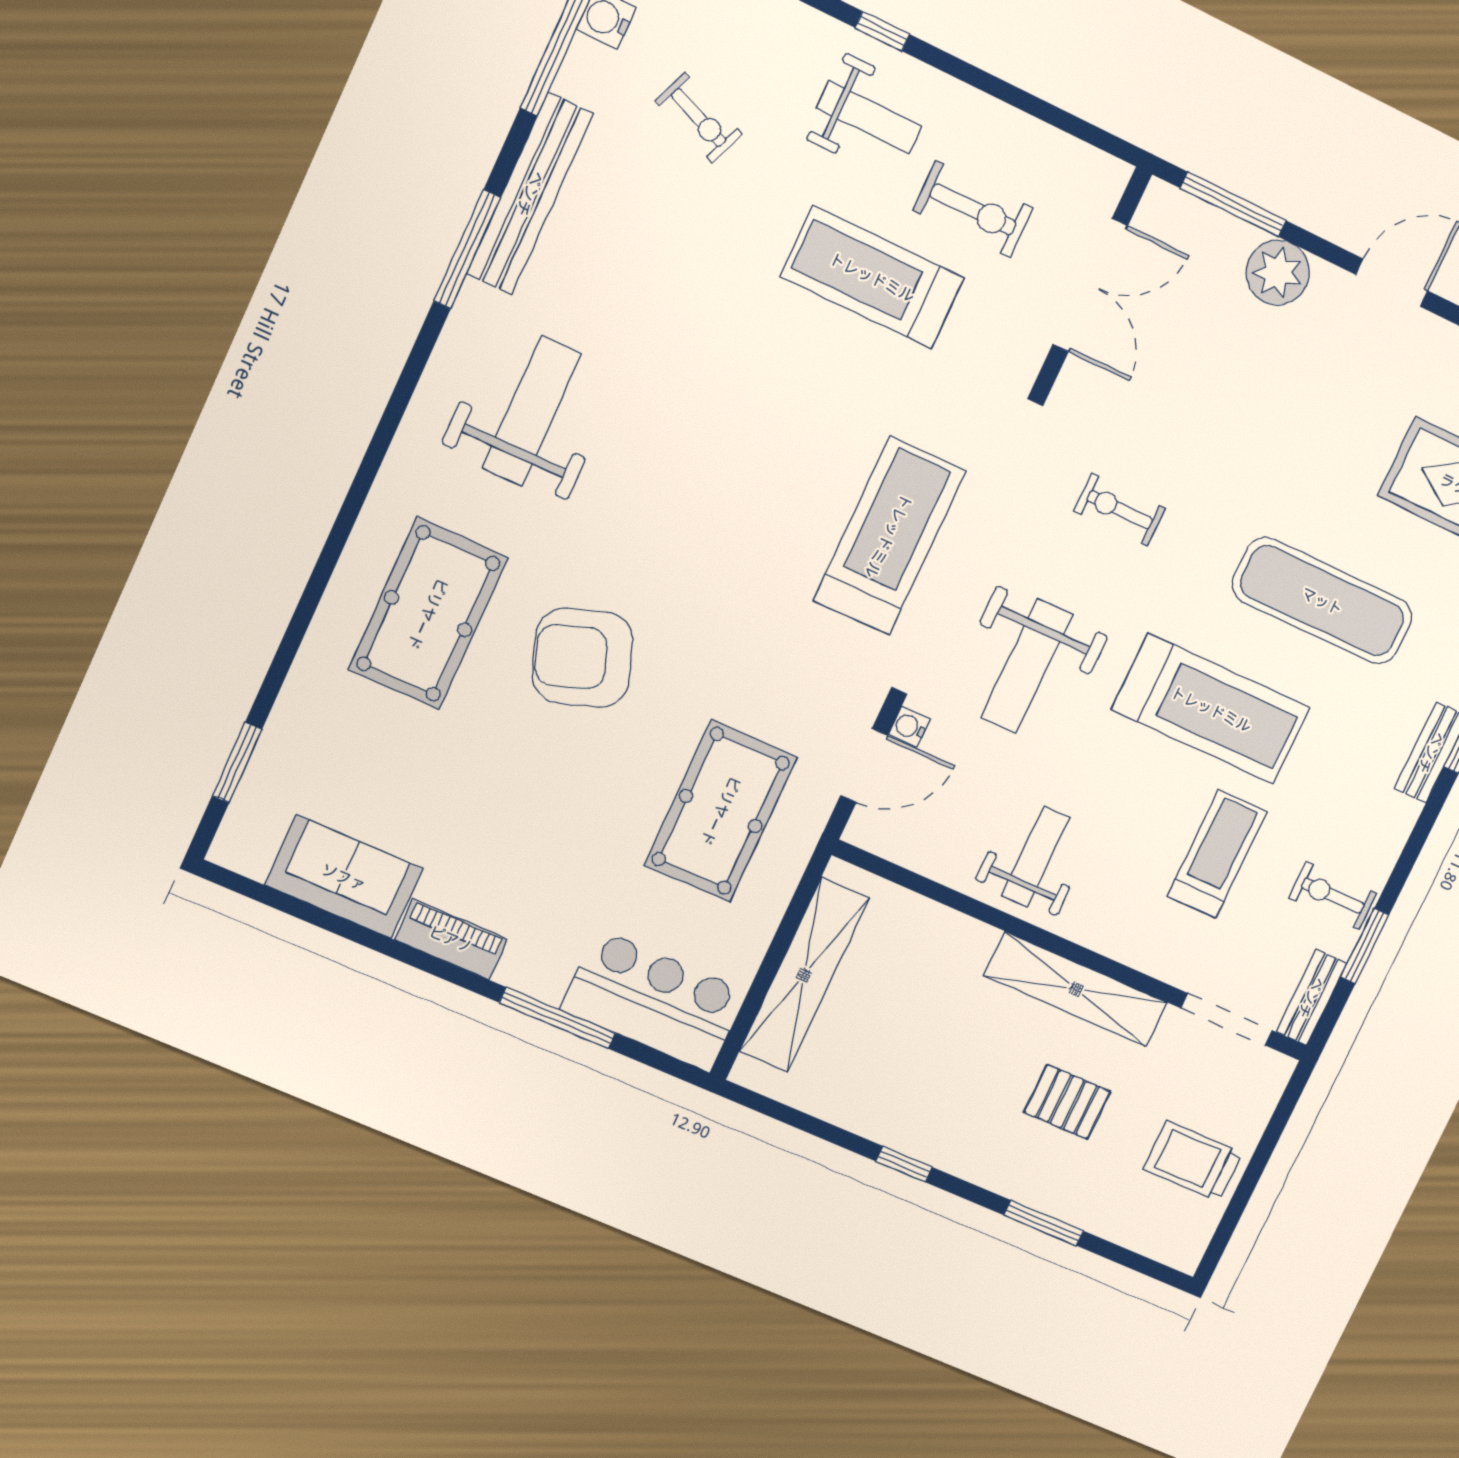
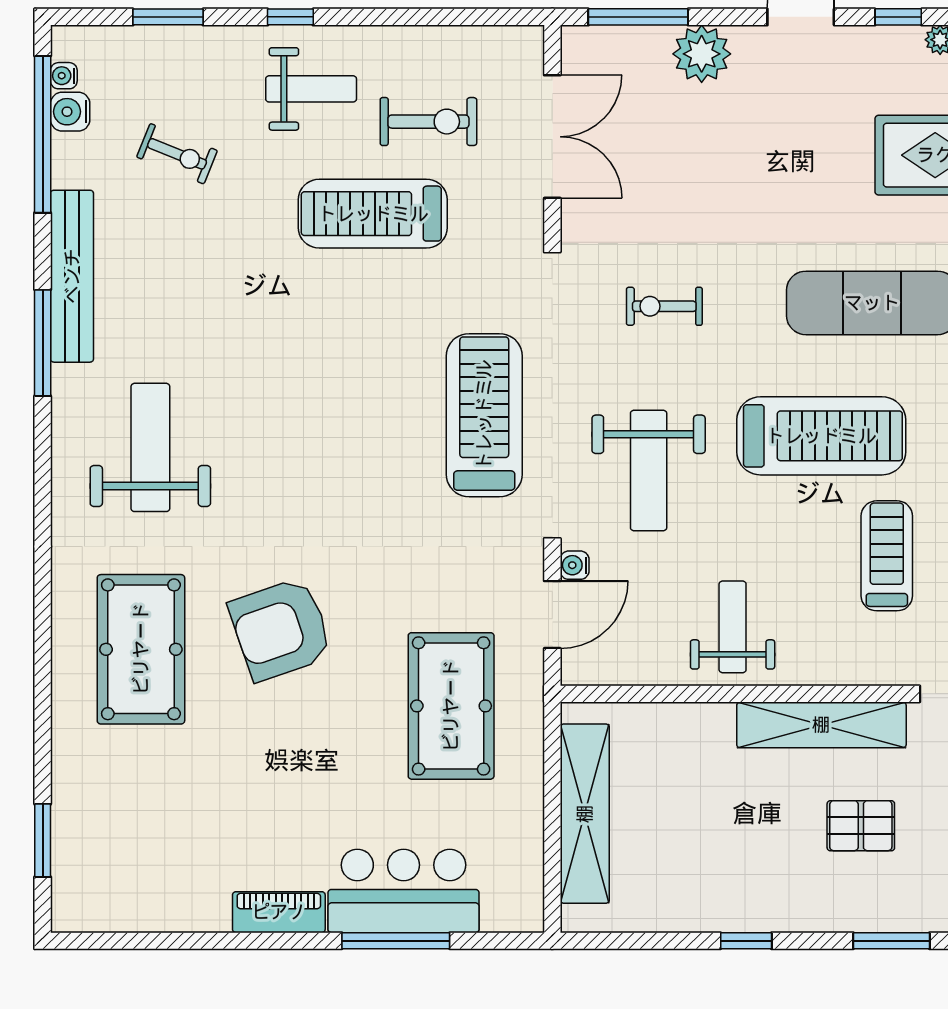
sofa: (344, 877) -> (169, 898), removed
bar counter: (654, 1001) -> (404, 891), moved

